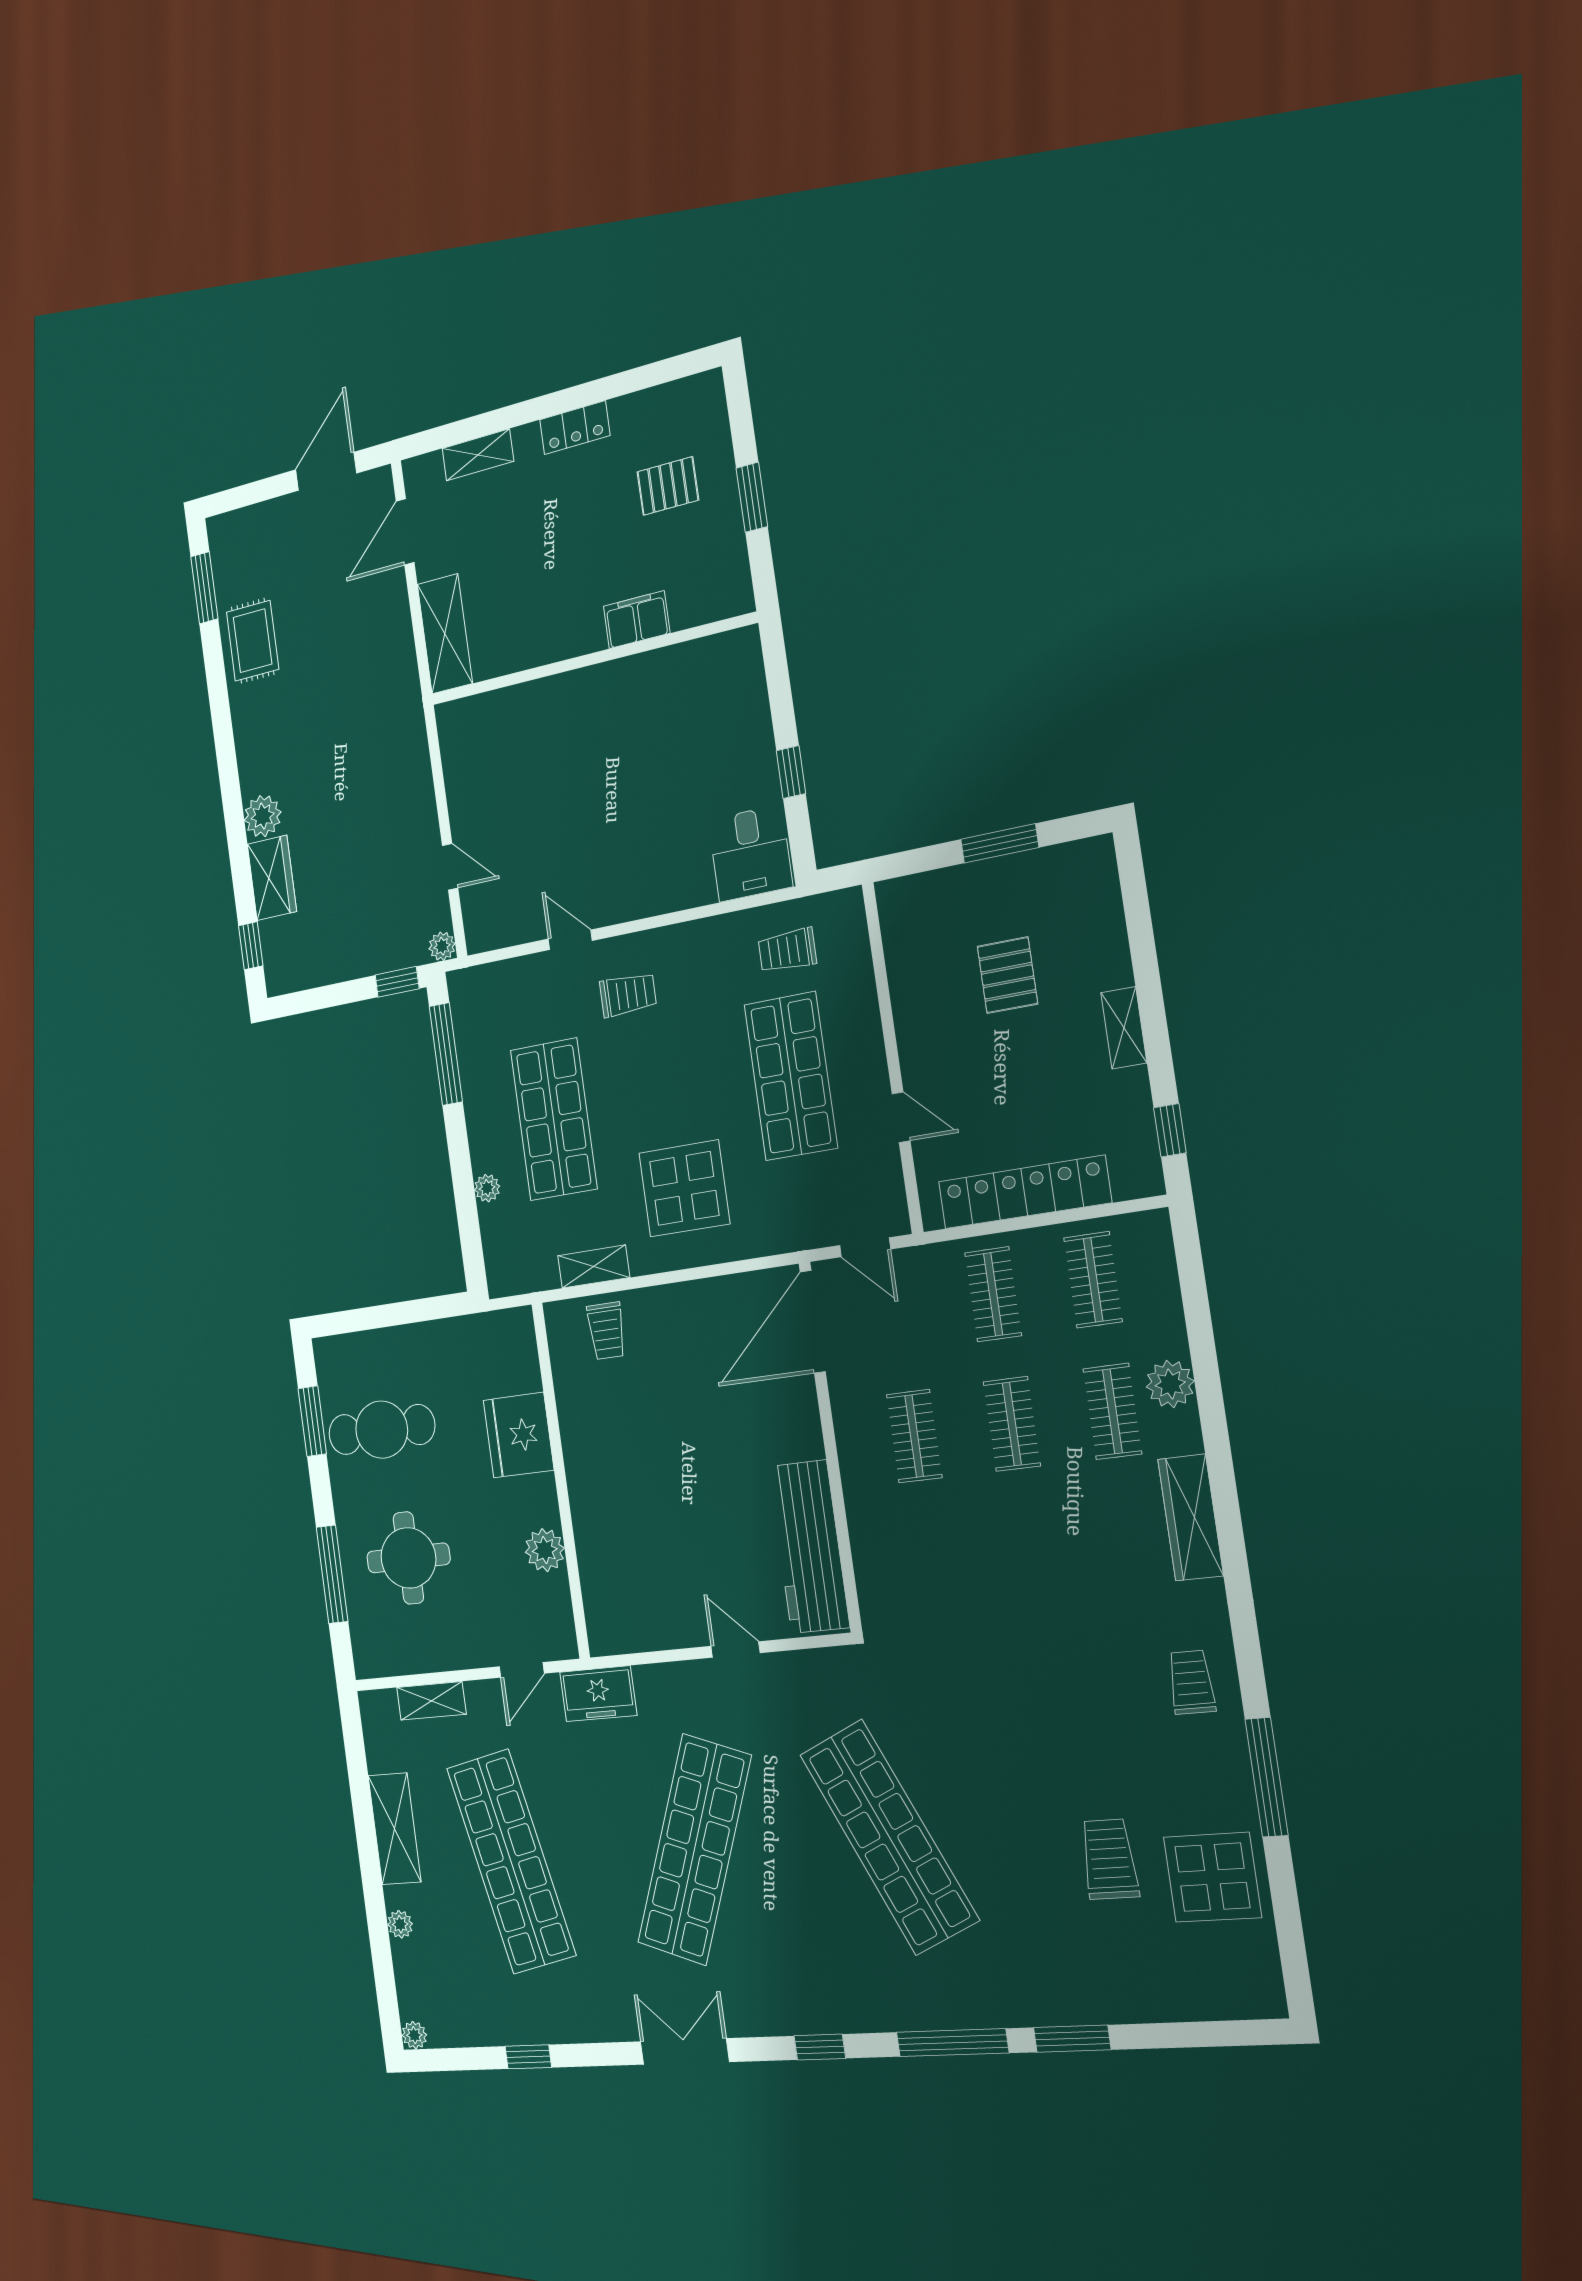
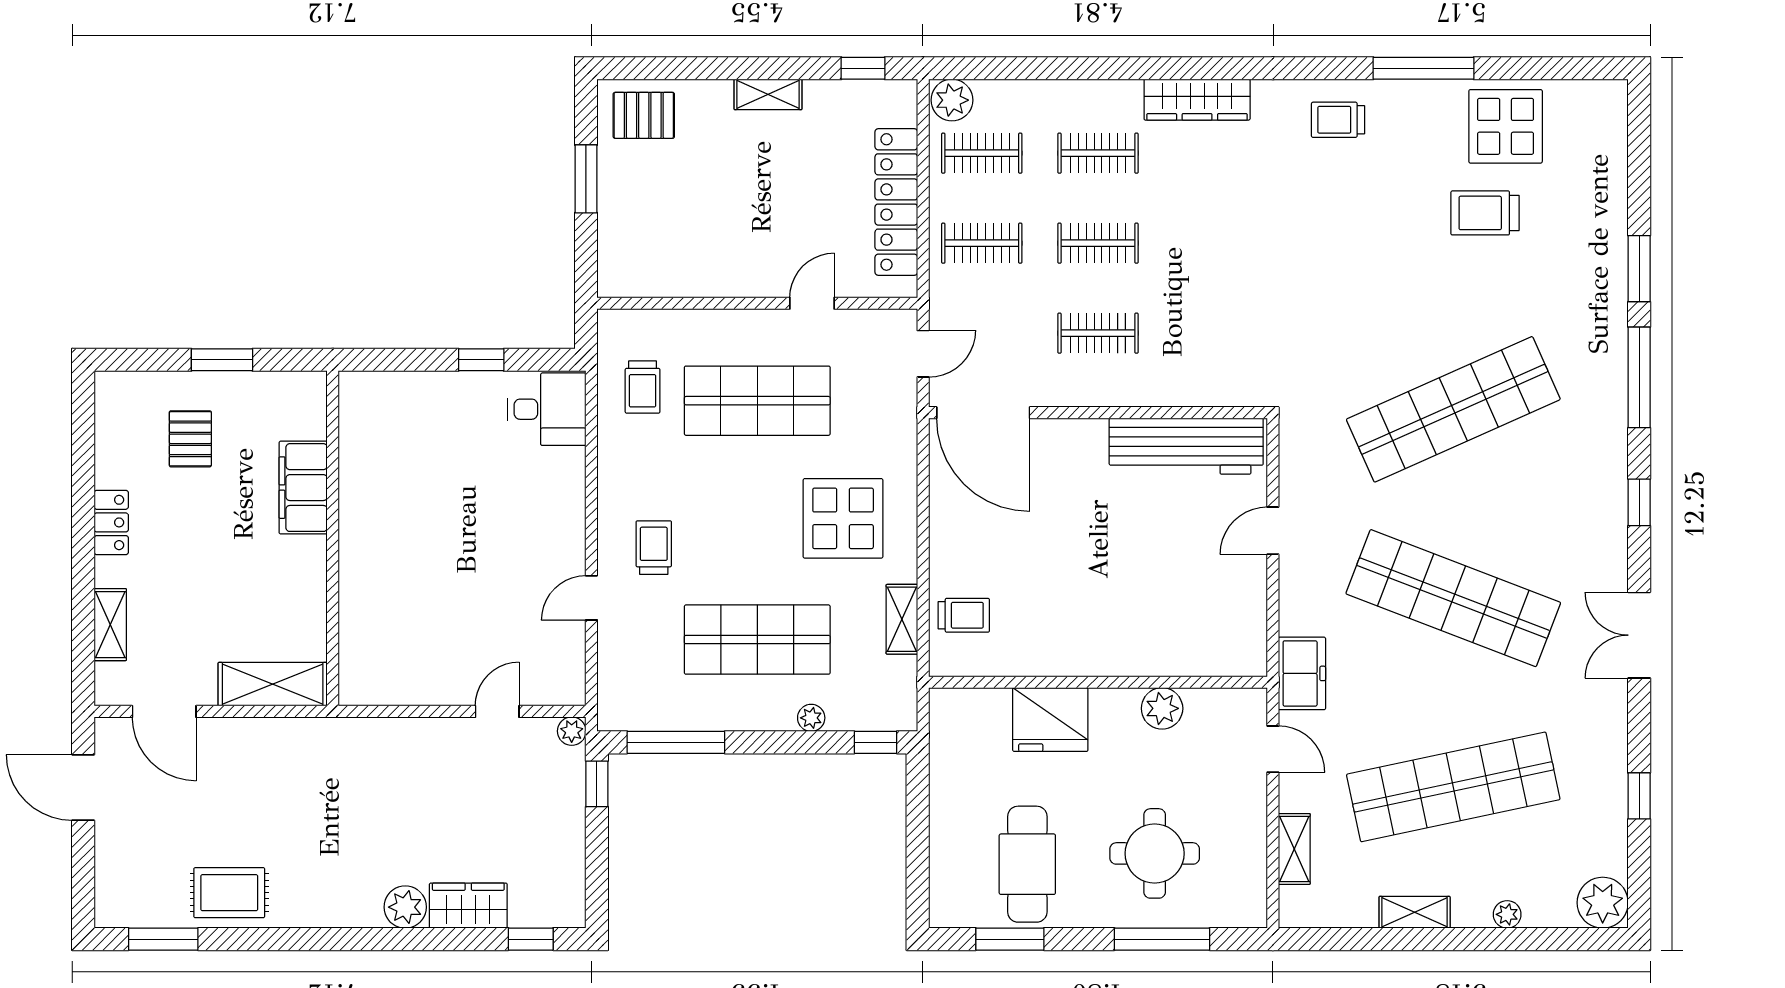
filing cabinet: (637, 620) -> (303, 488), width x1.50, depth x1.17
pallet: (1007, 975) -> (644, 115), moved
window: (473, 1258) -> (876, 742), added
plant: (1170, 1384) -> (952, 100), moved
shelving: (395, 1829) -> (1415, 912), width x0.67, depth x0.75
plant: (414, 2035) -> (1603, 903), width x1.87, depth x1.87

